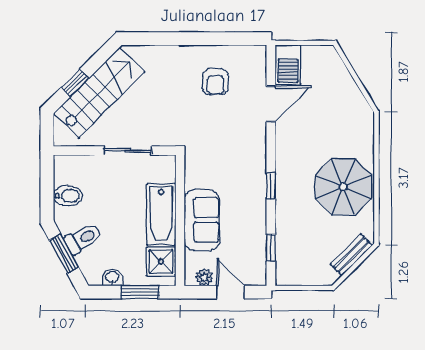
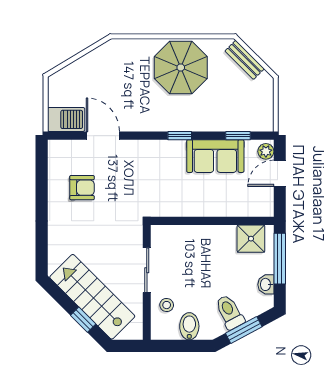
stool: (90, 172) -> (167, 305), added
bathtub: (161, 214) -> (207, 239), removed
sofa: (202, 220) -> (215, 156), moved, turned 180
plant: (204, 277) -> (266, 151), moved
window: (140, 292) -> (280, 259), width x1.44

